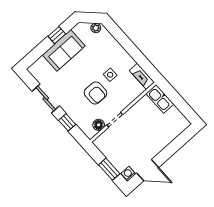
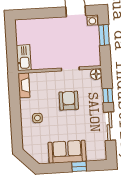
plant: (96, 28) -> (30, 149), removed
window: (57, 35) -> (79, 166), moved
side table: (110, 75) -> (37, 118), moved
floor lamp: (99, 125) -> (96, 74), moved

